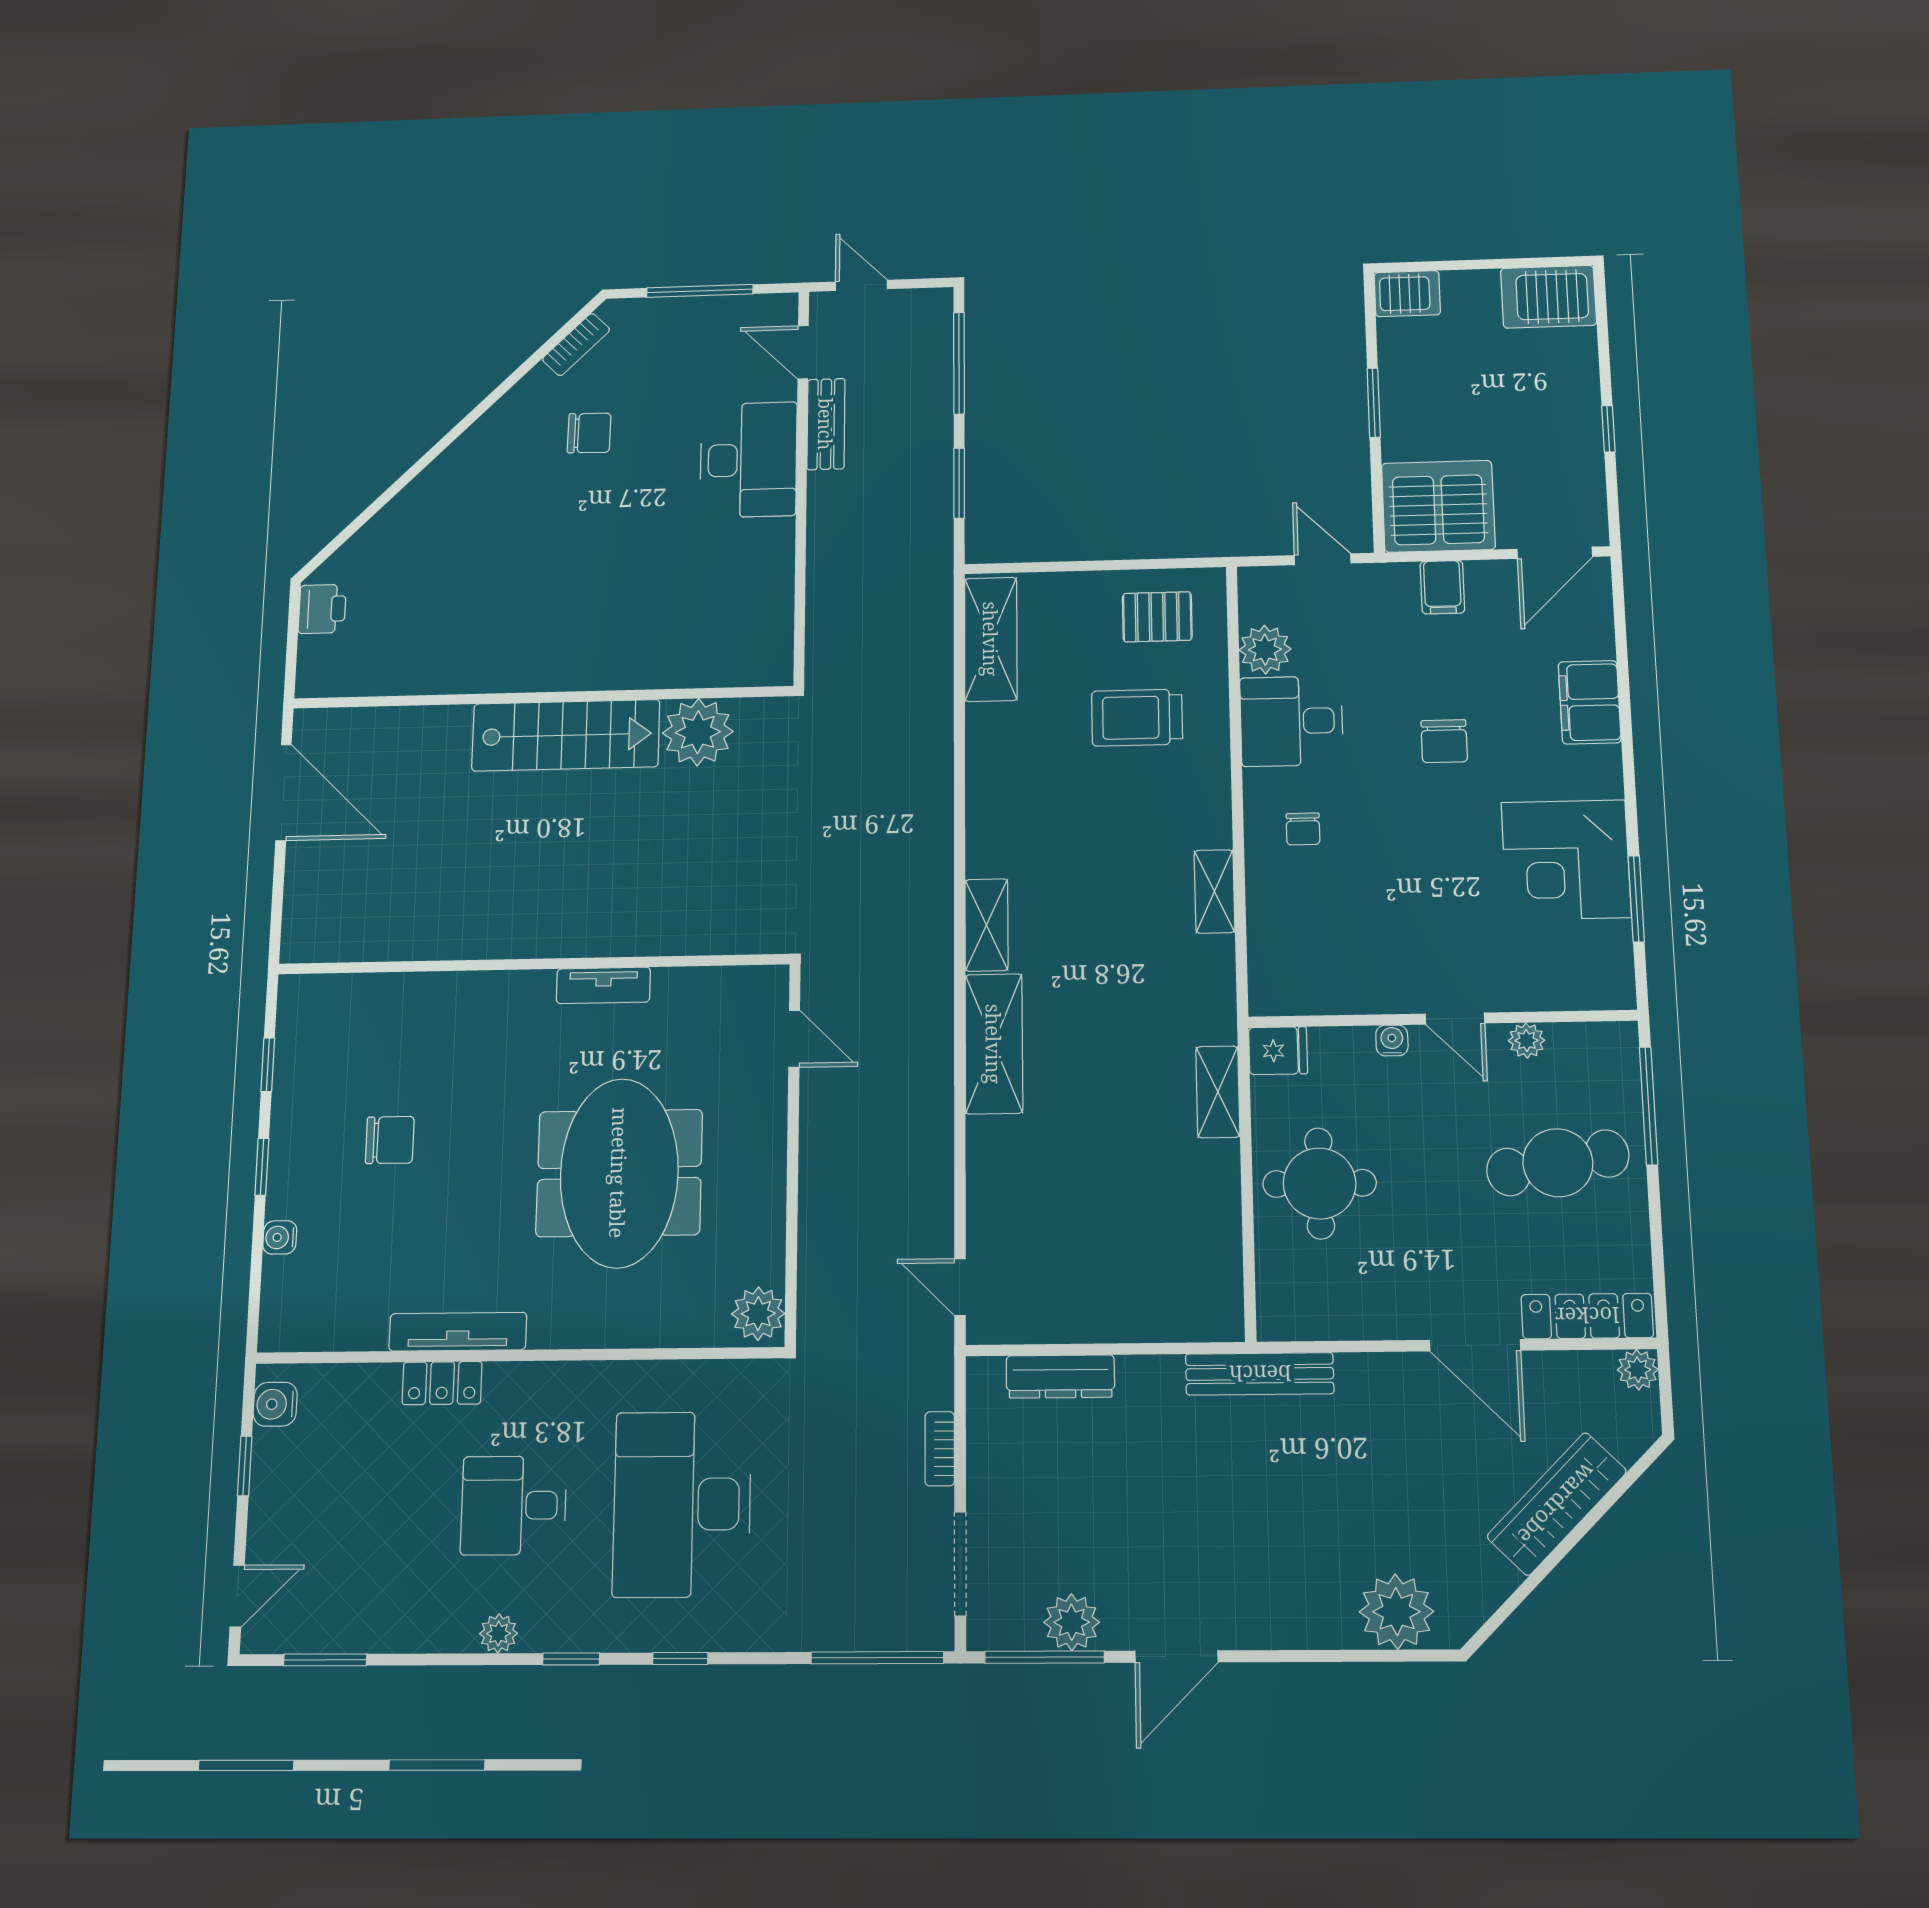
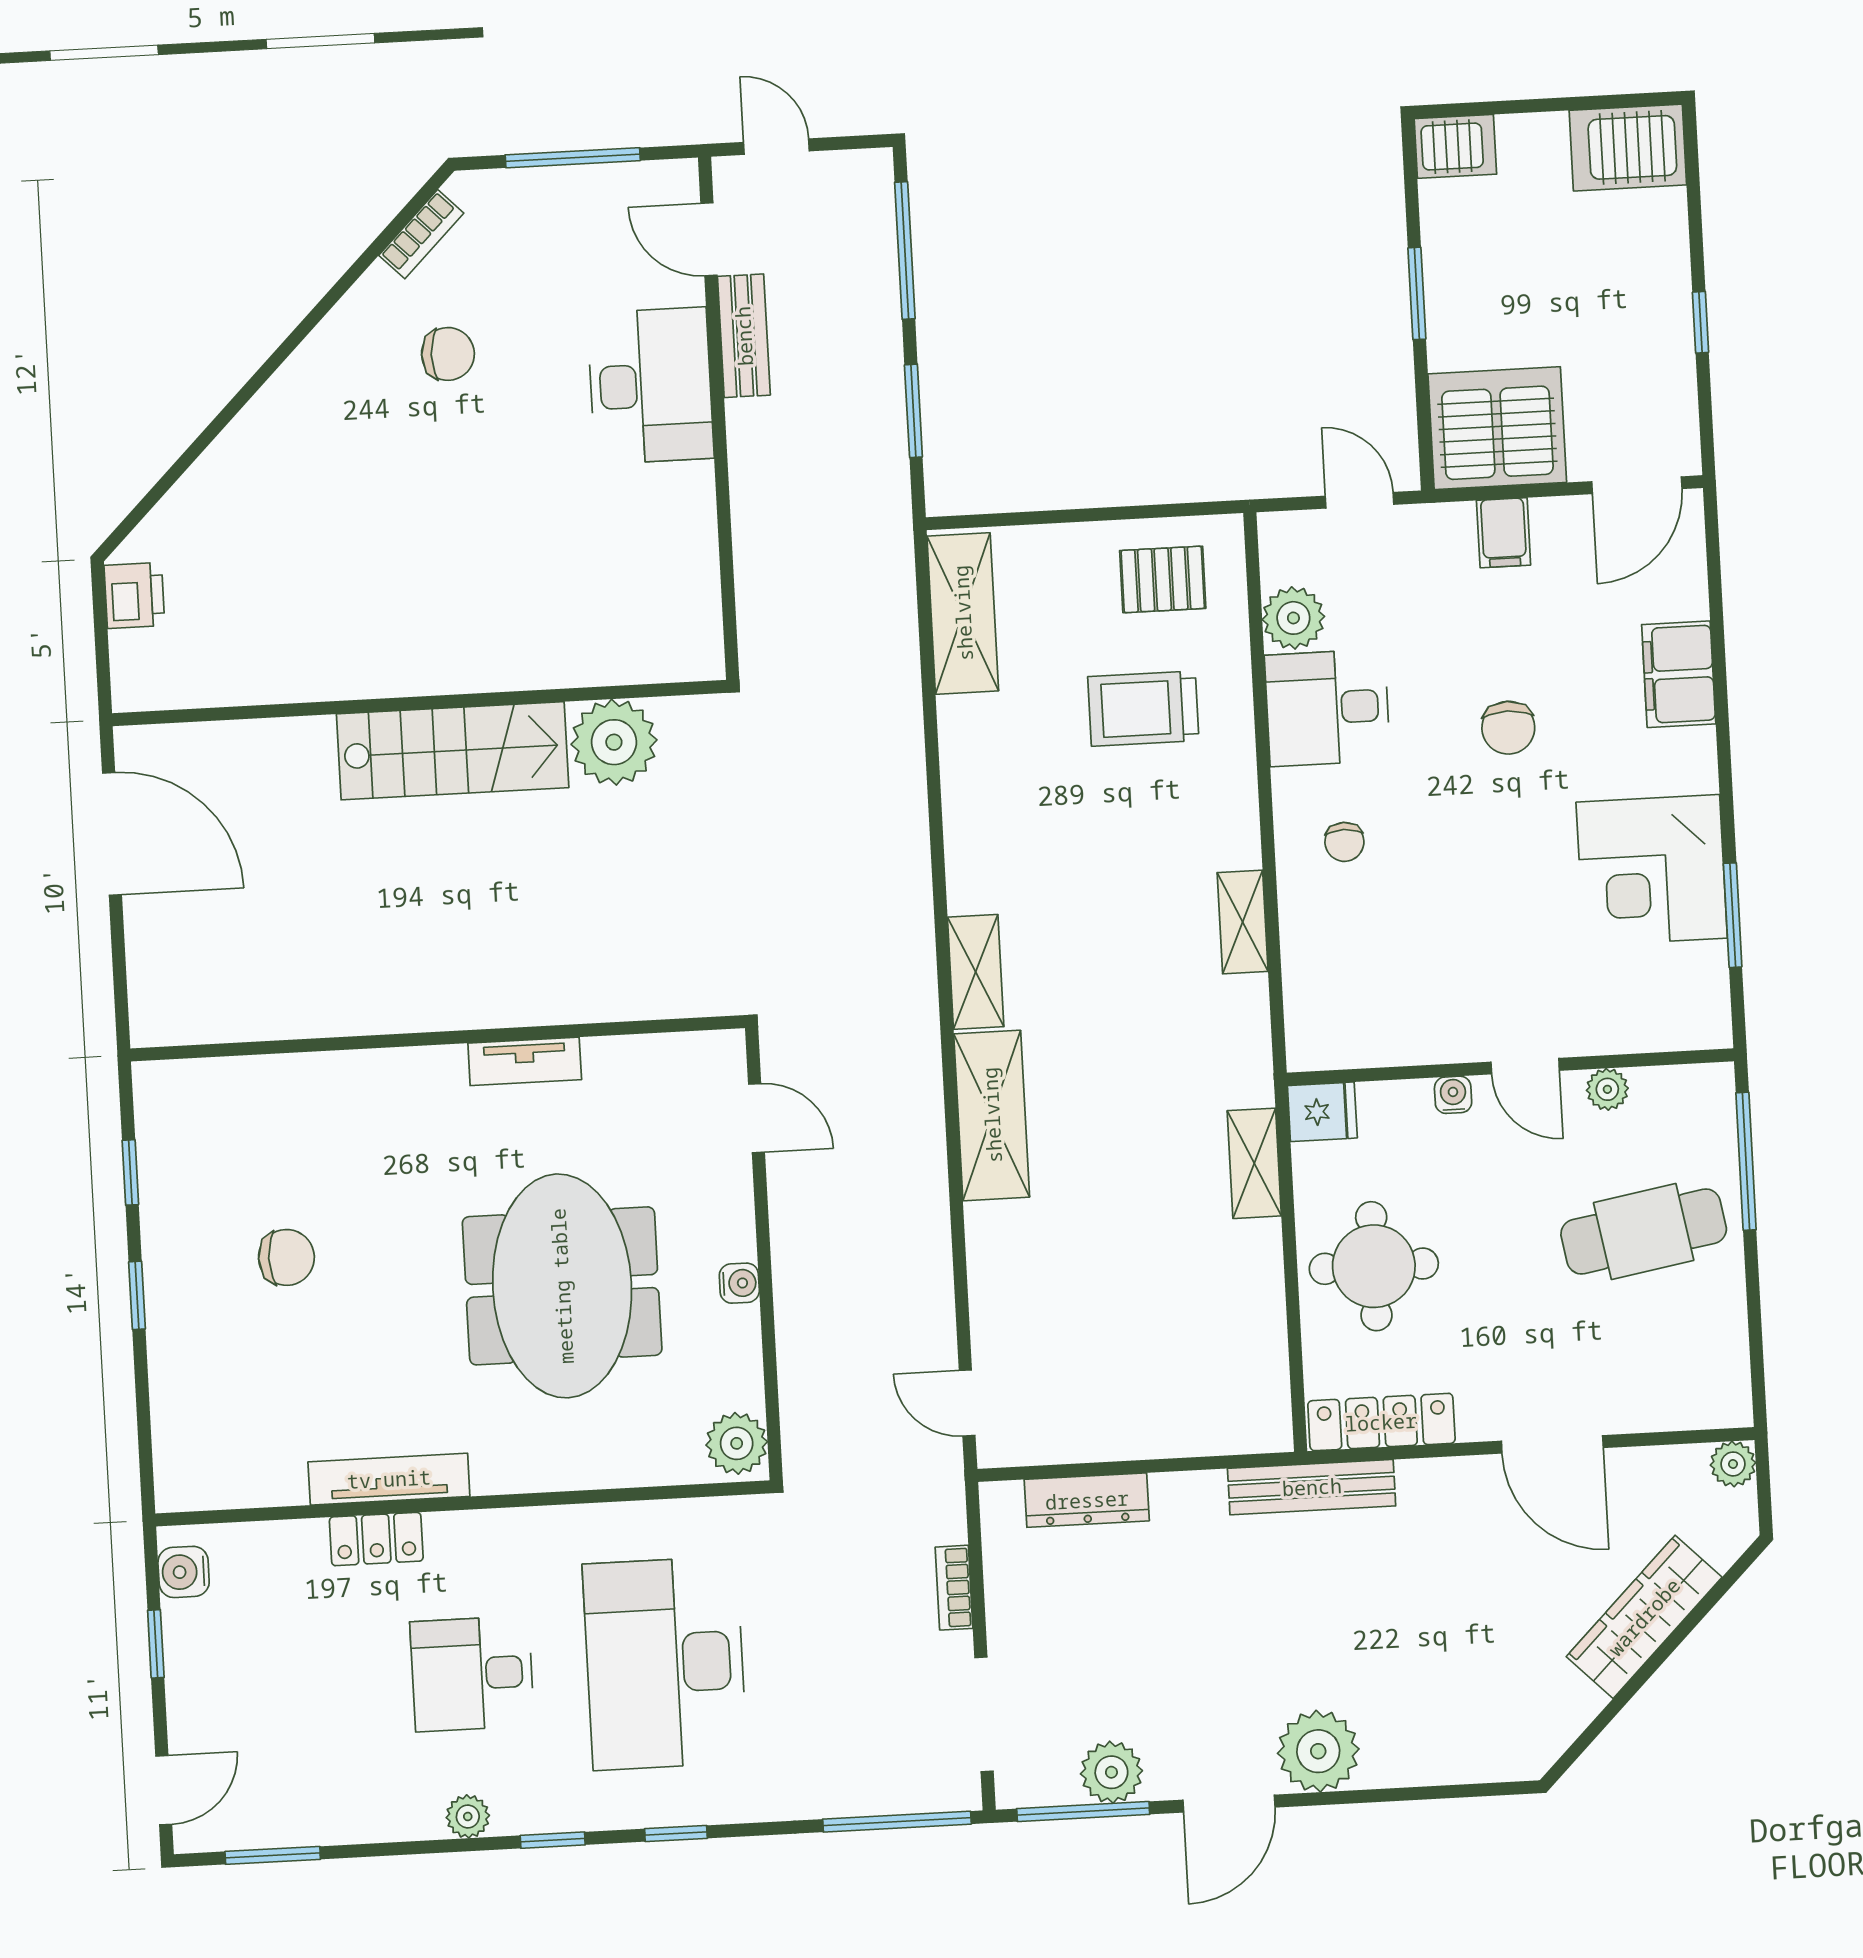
water cooler: (280, 1237) -> (739, 1283), moved, turned 180
locker: (1587, 1316) -> (1381, 1422), moved
plant: (1396, 1612) -> (1318, 1751), moved

